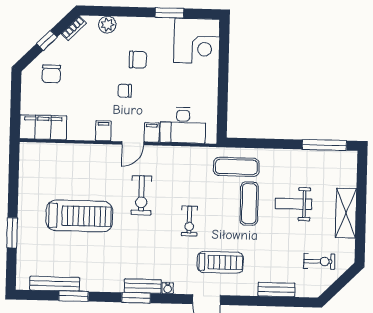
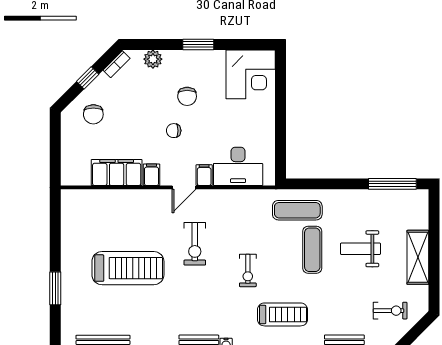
window: (169, 13) -> (198, 45), moved
chair: (138, 60) -> (187, 96), turned 90
filing cabinet: (43, 127) -> (117, 173), moved

